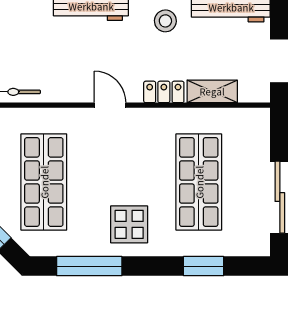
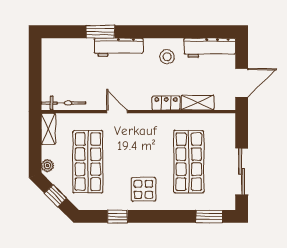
door: (110, 105) -> (117, 112), moved
window: (89, 266) -> (117, 216), width x0.46
window: (204, 266) -> (209, 216), moved

